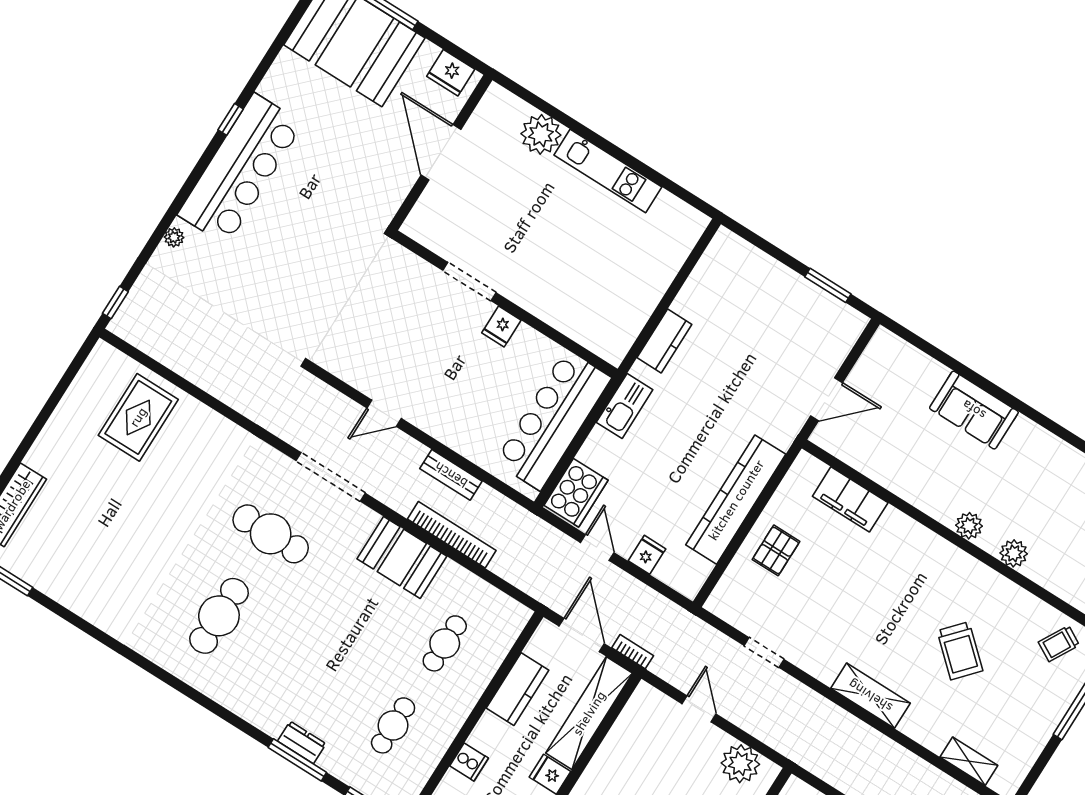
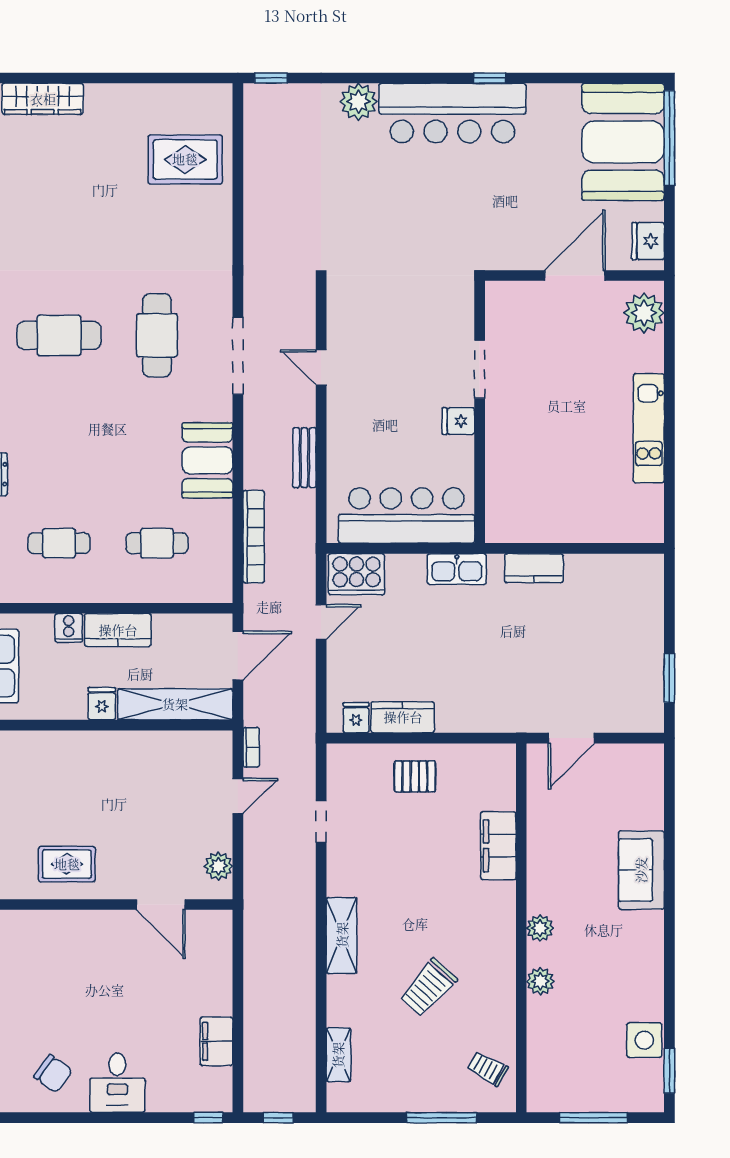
plant: (541, 134) -> (644, 313), moved
plant: (174, 237) -> (358, 102), width x1.88, depth x1.88
door: (826, 399) -> (571, 738), hinge flipped
filing cabinet: (850, 499) -> (498, 846), moved
kitchen counter: (736, 500) -> (403, 717), width x0.48, depth x0.86
bookcase: (452, 535) -> (254, 537), moved
fridge: (647, 555) -> (356, 718), moved, turned -90
bookcase: (633, 652) -> (251, 747), moved
kitchen counter: (517, 689) -> (118, 630), moved
plant: (740, 764) -> (219, 866), width x0.73, depth x0.73

